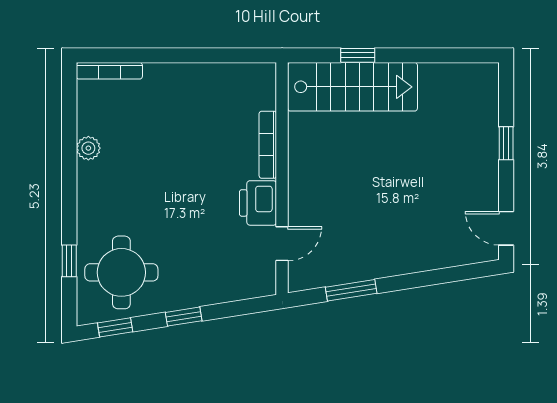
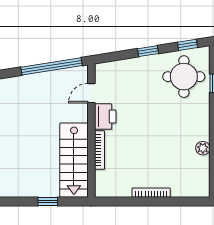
bookcase: (109, 71) -> (151, 193), moved
stairs: (353, 87) -> (74, 160), moved, turned -90
window: (351, 290) -> (52, 66), width x2.11

